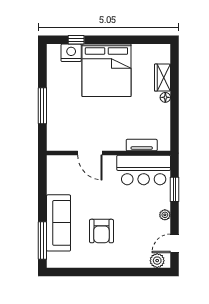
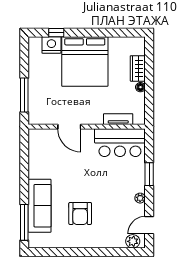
tv unit: (142, 145) -> (118, 119), moved
door: (90, 153) -> (69, 127), moved
wall: (108, 153) -> (87, 127), moved
bar counter: (144, 170) -> (120, 143), moved

